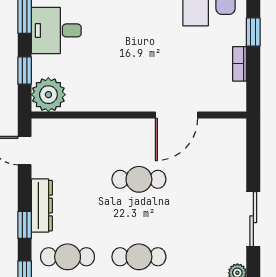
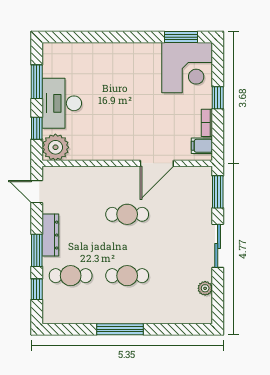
desk: (56, 30) -> (62, 103), width x1.37
filing cabinet: (233, 93) -> (202, 146), added
window: (253, 151) -> (218, 192), added
window: (25, 225) -> (37, 250), width x1.50

